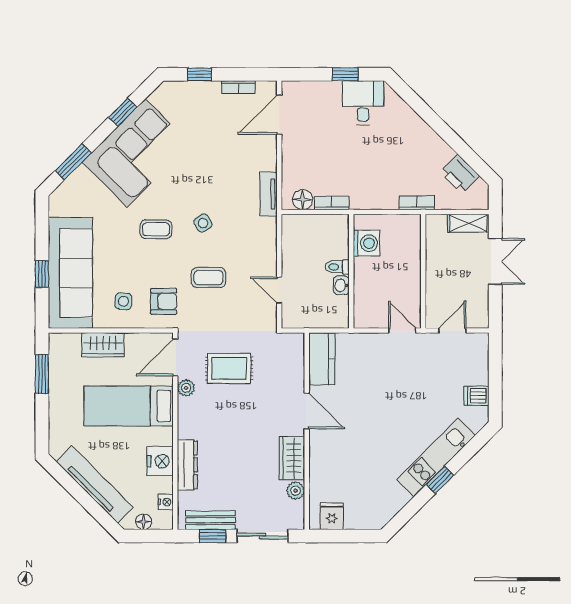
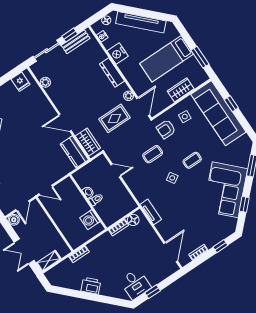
printer: (460, 174) -> (91, 286), moved
boiler: (479, 319) -> (14, 220), added
bed: (129, 406) -> (167, 59), moved, turned 180
wardrobe: (292, 458) -> (88, 142), moved
dresser: (187, 465) -> (112, 73), moved

